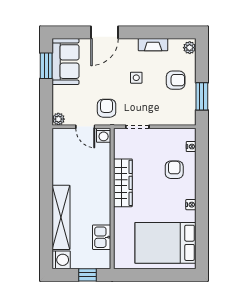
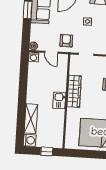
washing machine: (104, 135) -> (34, 57), moved
shelving: (61, 217) -> (31, 119), width x0.68
kitchen sink: (102, 237) -> (59, 100), moved

